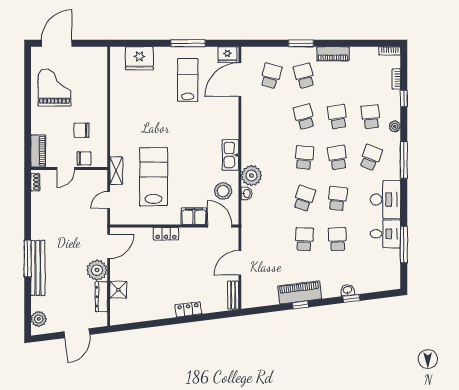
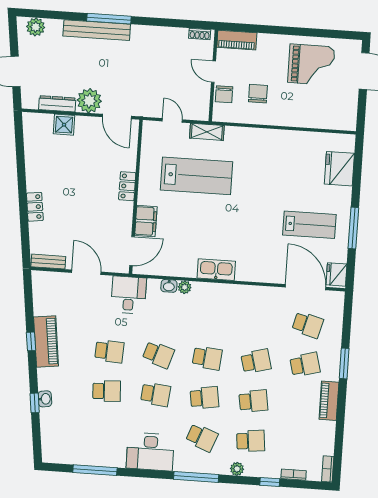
plant: (252, 175) -> (185, 287), width x0.53, depth x0.53
stool: (223, 191) -> (174, 258), removed
desk: (385, 234) -> (129, 295), moved, turned 180

